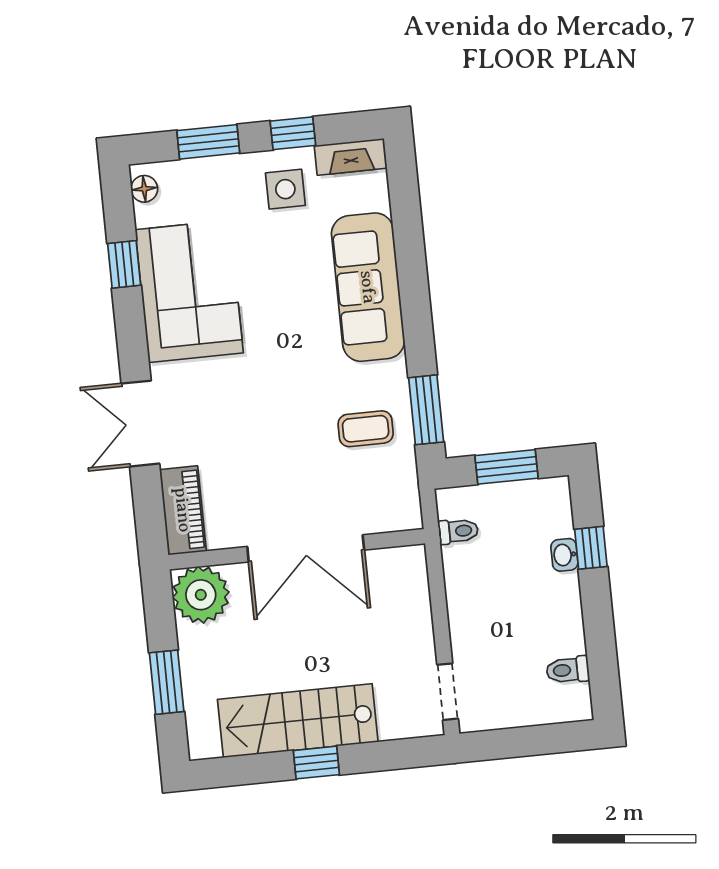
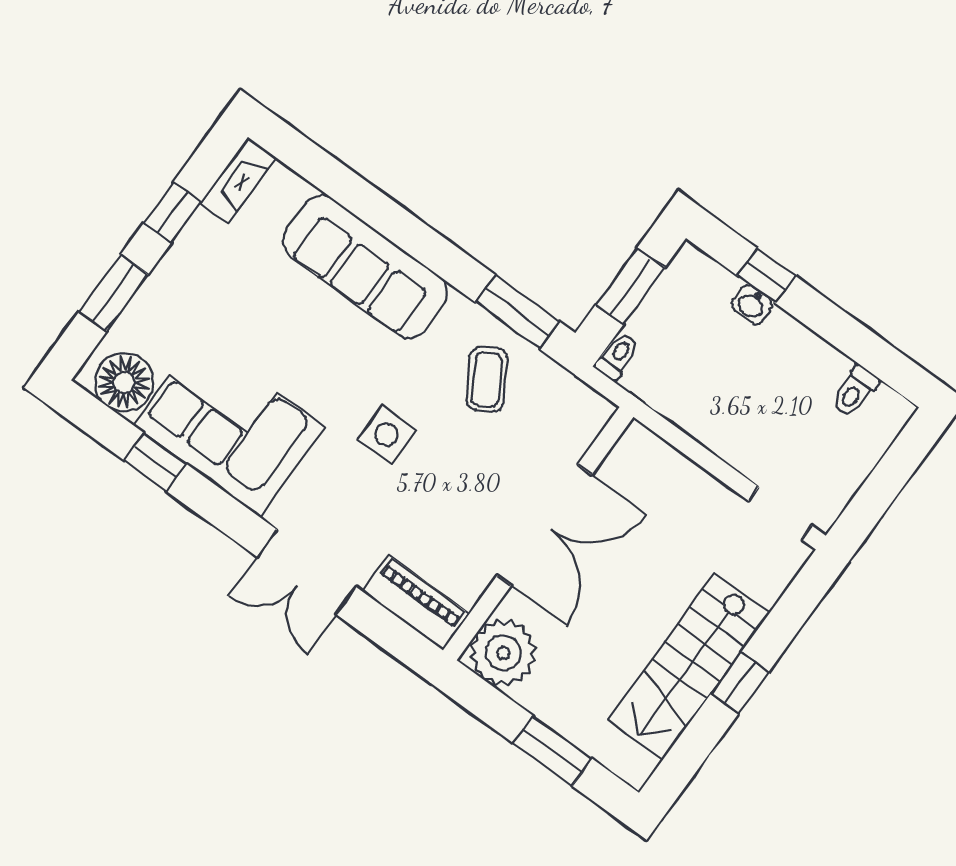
floor lamp: (144, 189) -> (124, 382), width x1.89, depth x1.89
side table: (285, 189) -> (387, 434), moved
coffee table: (366, 429) -> (487, 379), turned -31
toilet: (458, 531) -> (617, 356), moved

